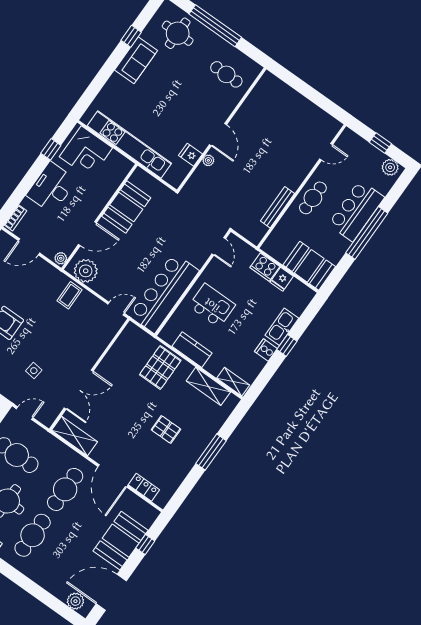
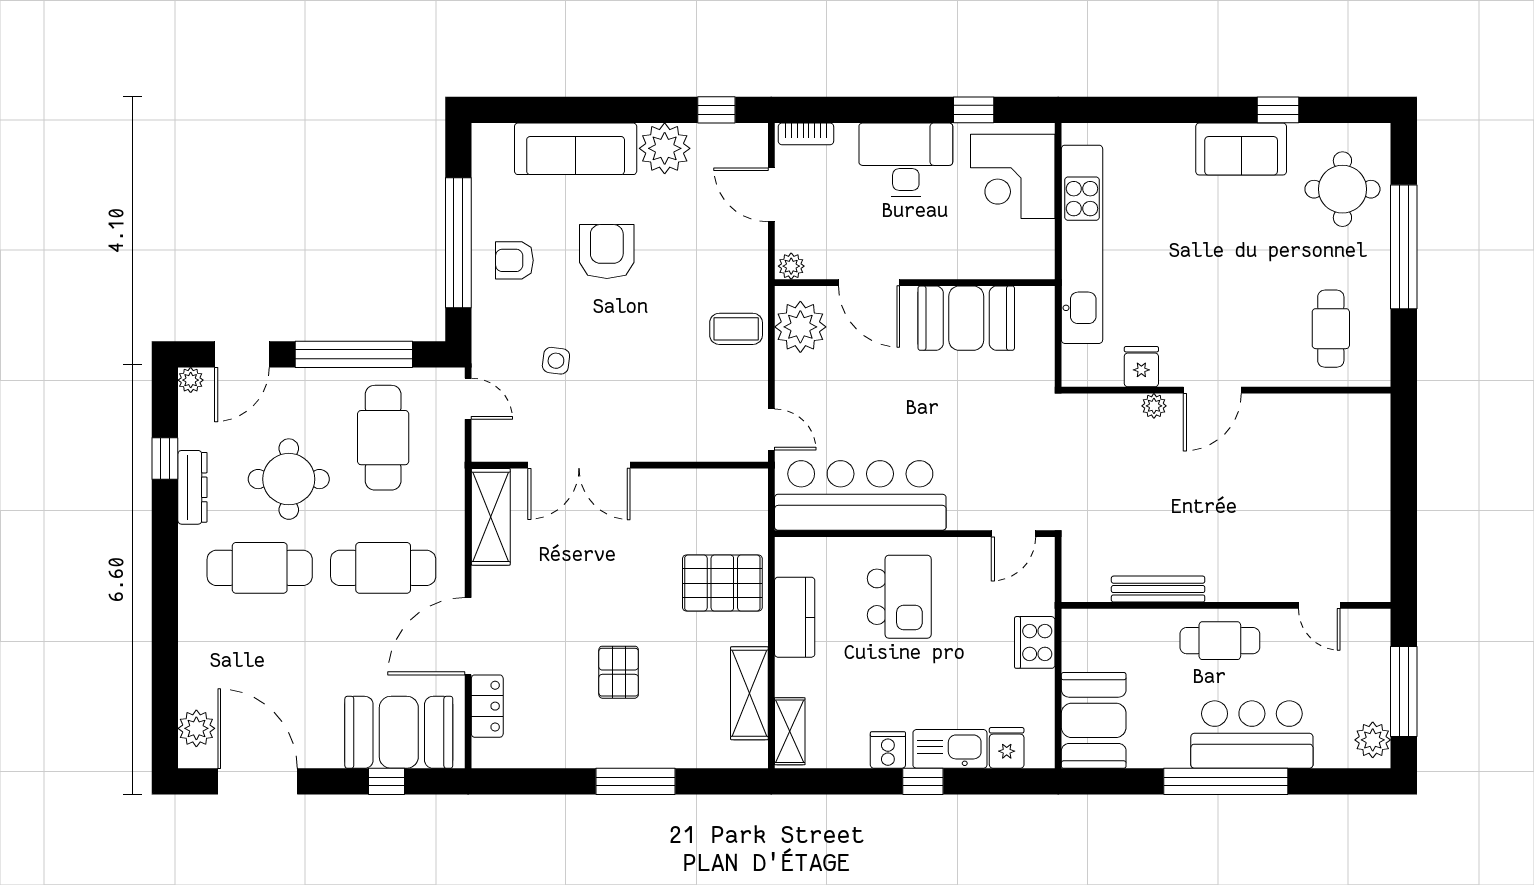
window: (380, 143) -> (1404, 692), width x2.17
fridge: (282, 279) -> (1007, 748), moved, turned 90
booth: (121, 541) -> (399, 732), moved

